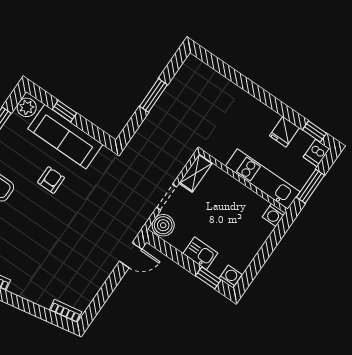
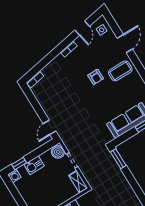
window: (153, 95) -> (118, 159), moved
armchair: (51, 180) -> (96, 77), moved

